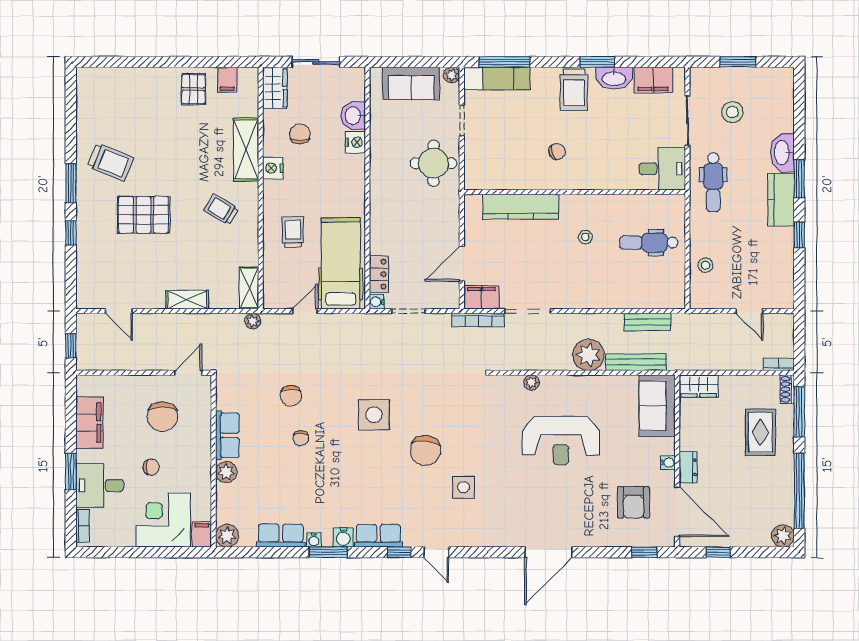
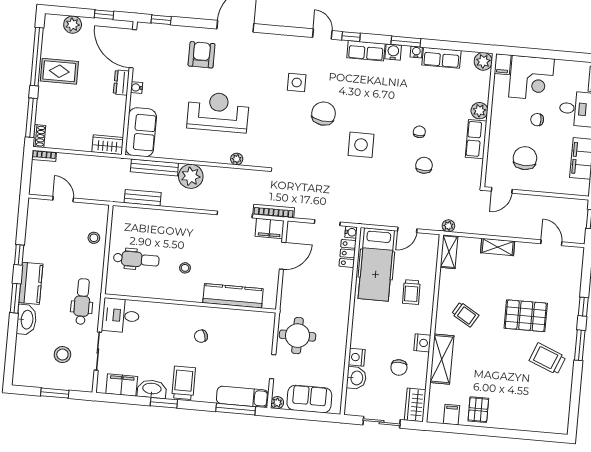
rug: (760, 432) -> (59, 71), moved, turned 90
armchair: (634, 502) -> (202, 55), moved
plant: (783, 536) -> (73, 25), moved

